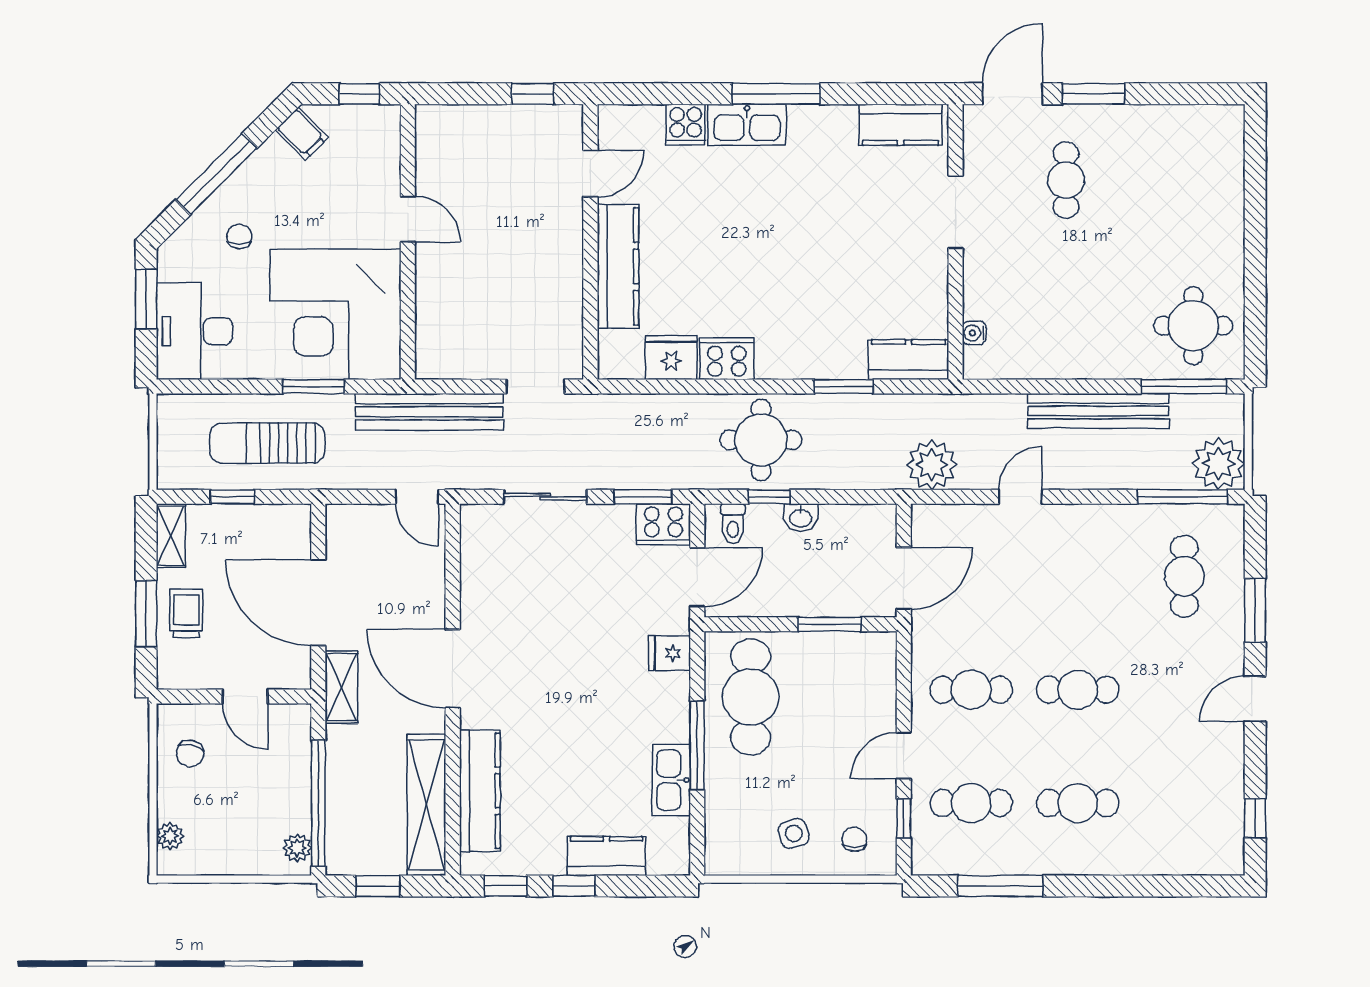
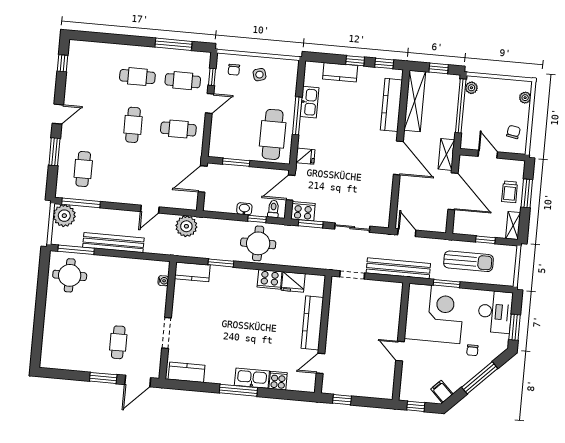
cafe table: (1078, 690) -> (133, 125), turned 90

